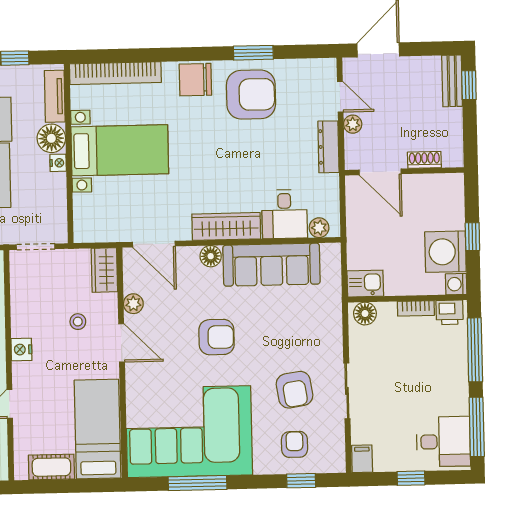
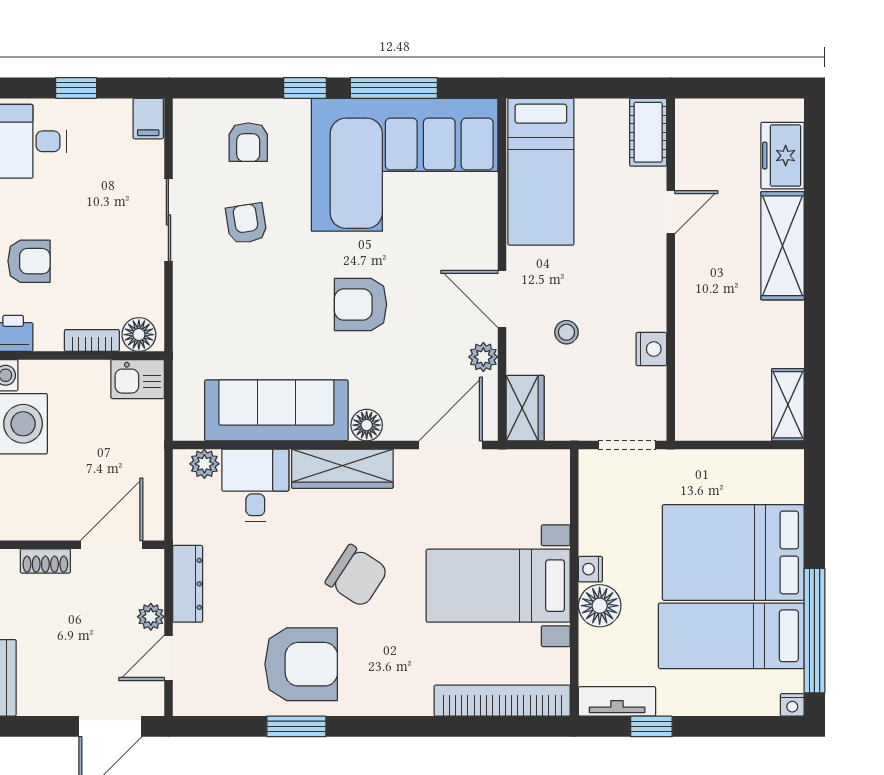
chair: (195, 80) -> (357, 576), moved, turned 33
armchair: (251, 95) -> (301, 664), turned 180
tv unit: (55, 96) -> (617, 701), moved, turned -90
door: (340, 97) -> (168, 658), hinge flipped
door: (380, 172) -> (112, 545), hinge flipped
door: (154, 244) -> (451, 445), hinge flipped
bookcase: (416, 308) -> (92, 340), moved
nightstand: (21, 349) -> (651, 349), moved
armchair: (440, 361) -> (29, 261), added
armchair: (294, 390) -> (246, 224), width x0.72, depth x0.72
cot: (51, 467) -> (648, 132), moved, turned 90
window: (301, 481) -> (305, 88), moved

